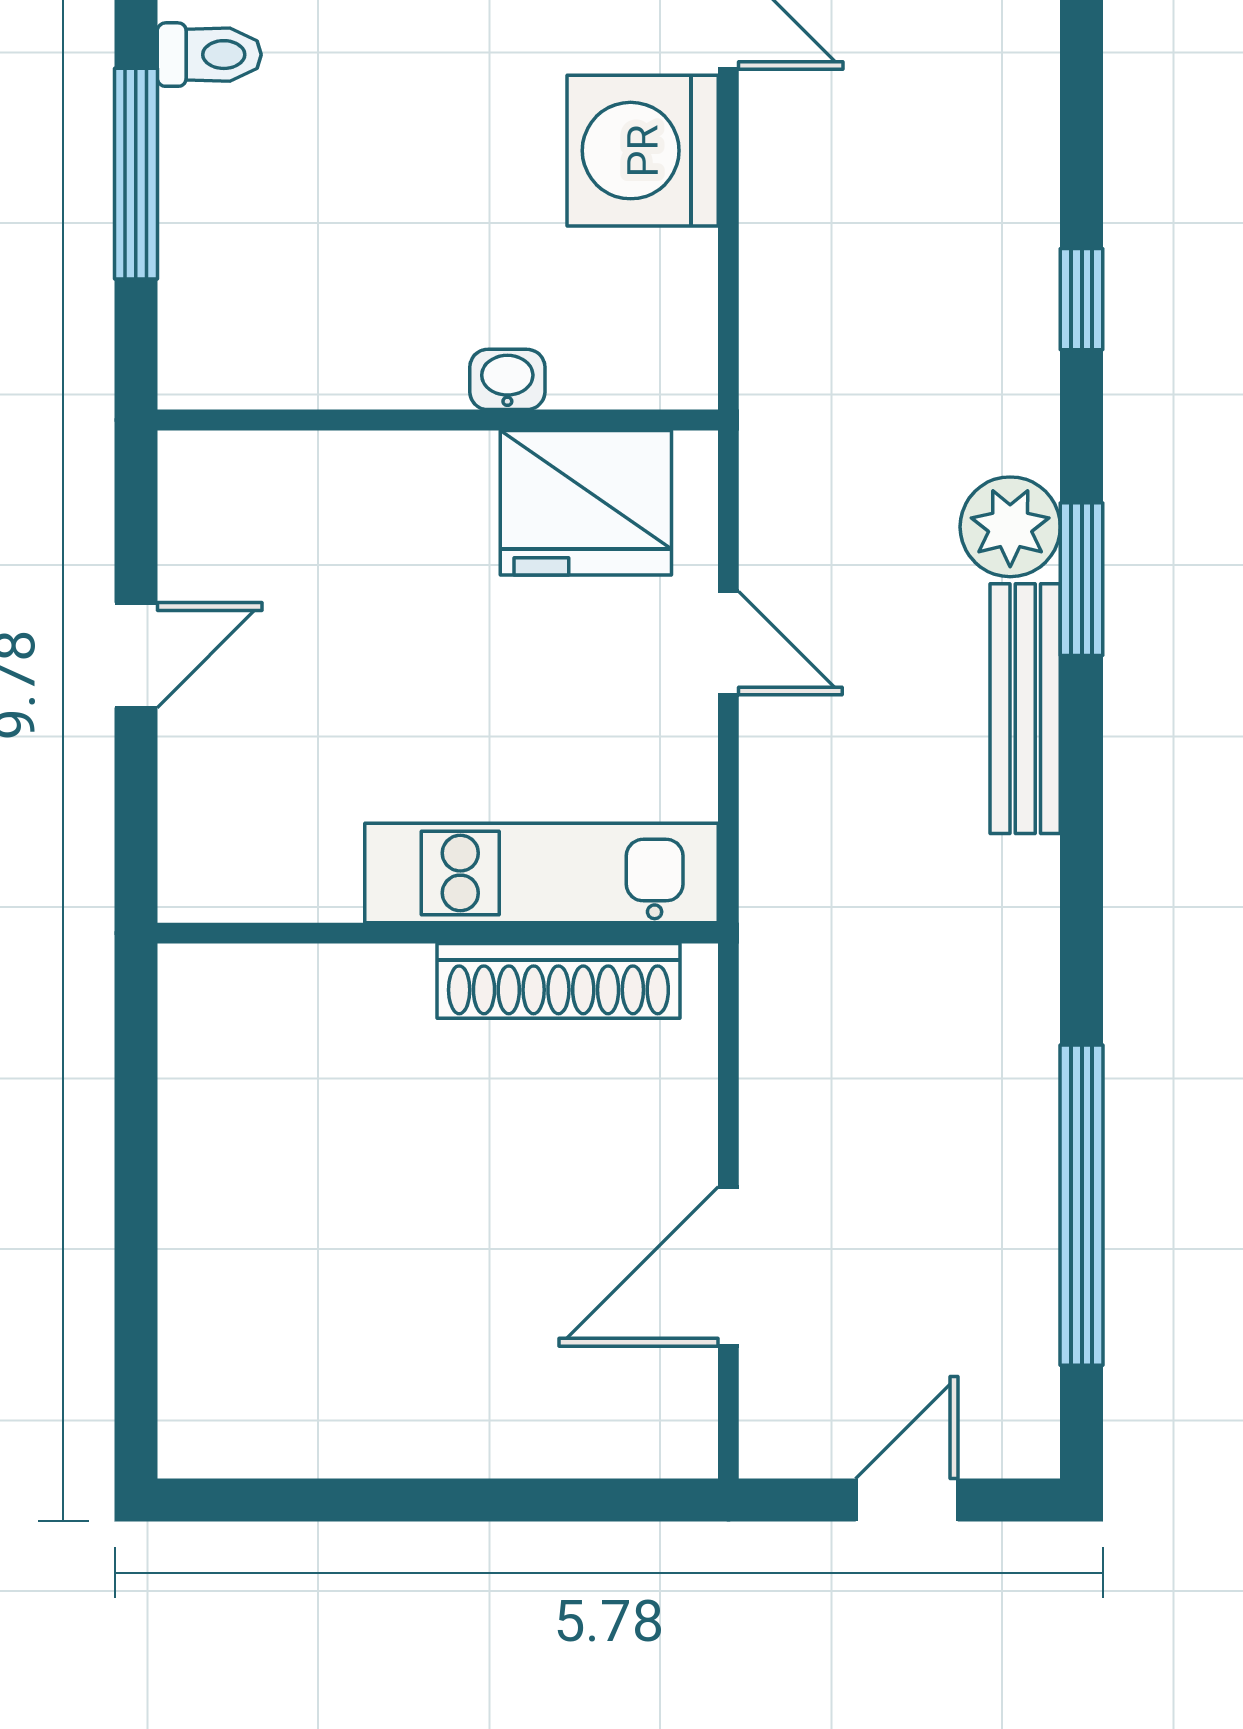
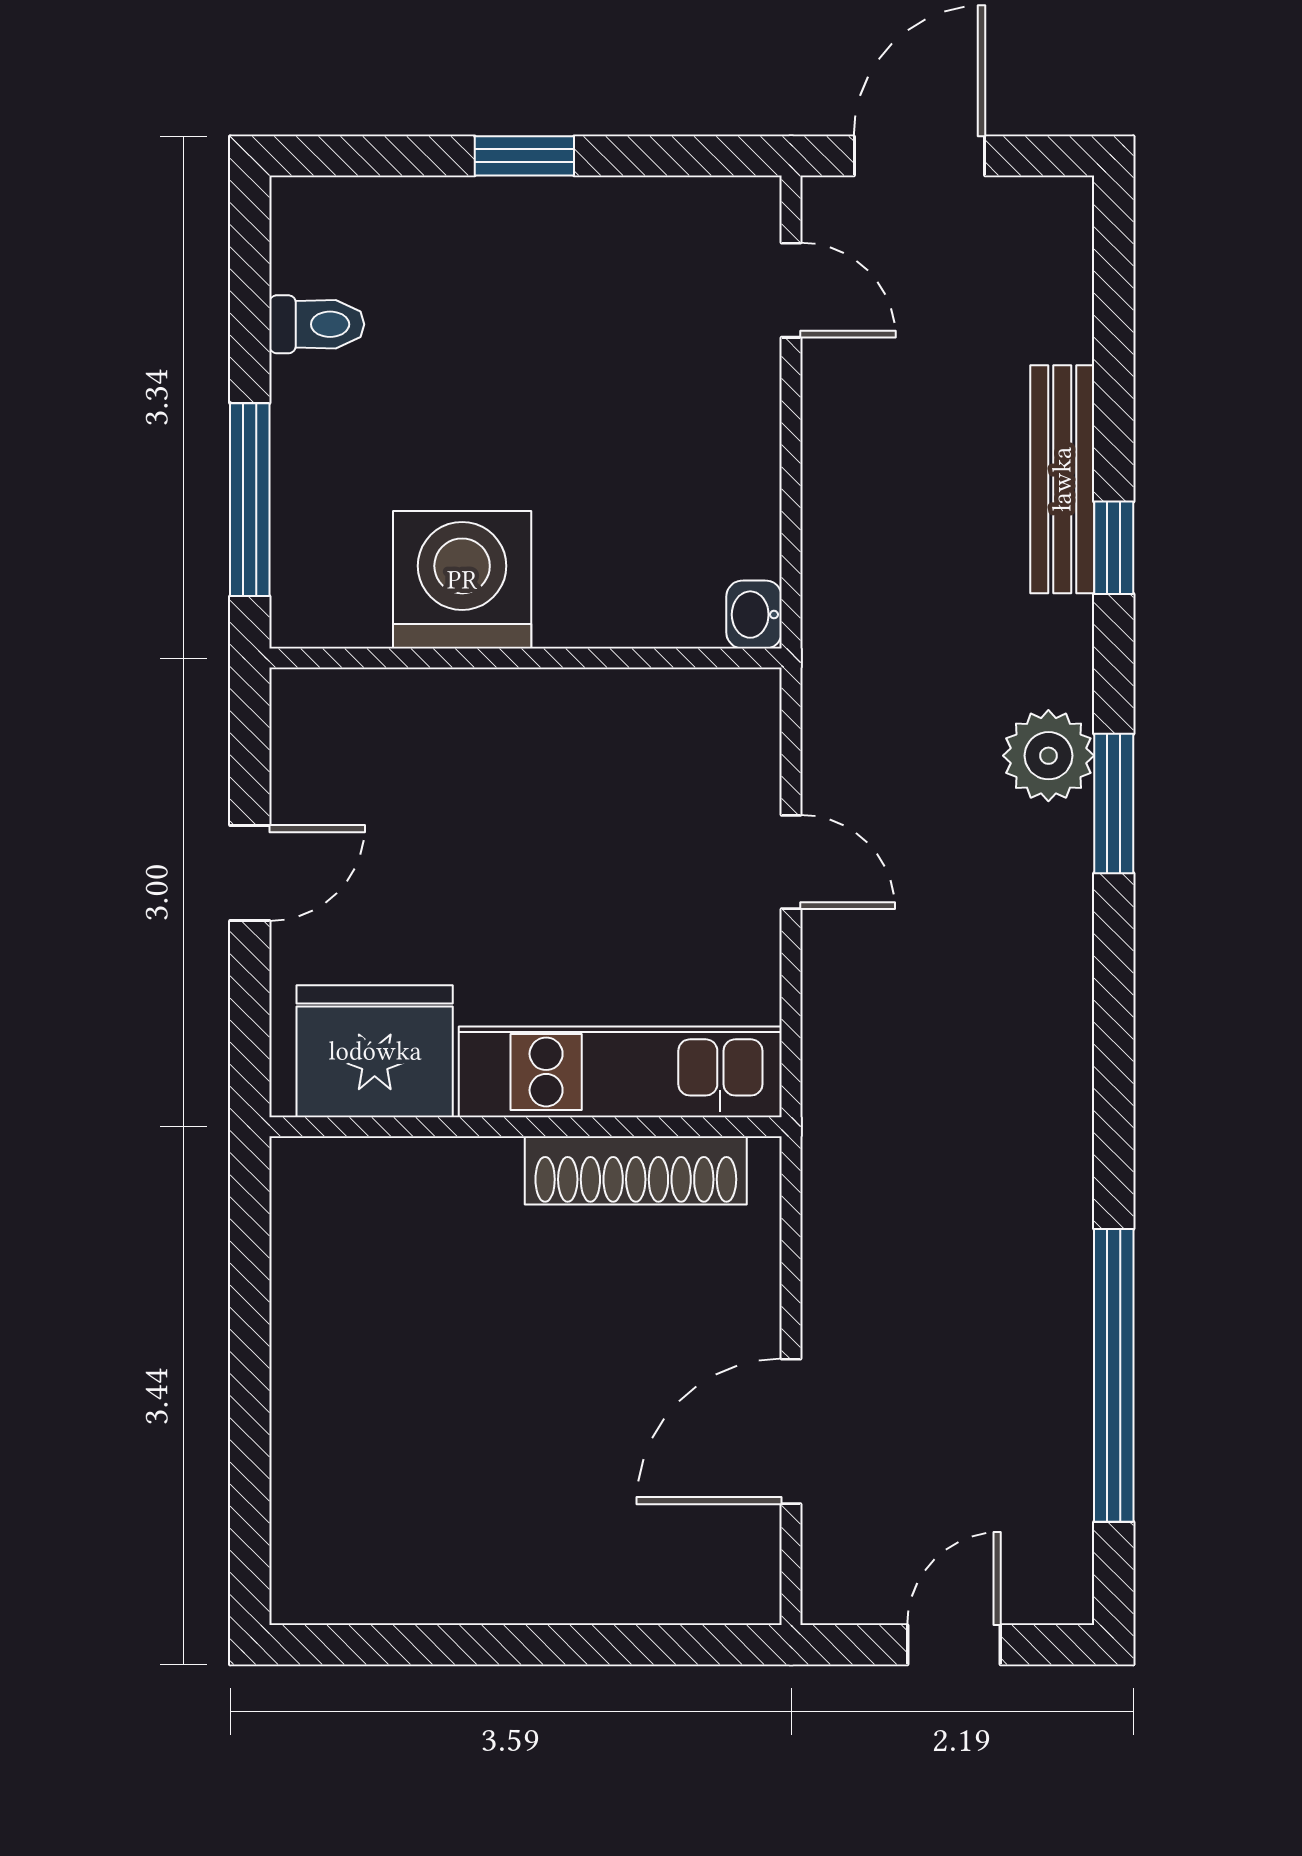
washing machine: (643, 151) -> (462, 580), moved, turned 90
window: (136, 174) -> (250, 500), moved
washbasin: (507, 379) -> (754, 615), moved, turned -90
fridge: (586, 503) -> (375, 1051), moved, turned 180
bench: (1025, 709) -> (1062, 479), moved

